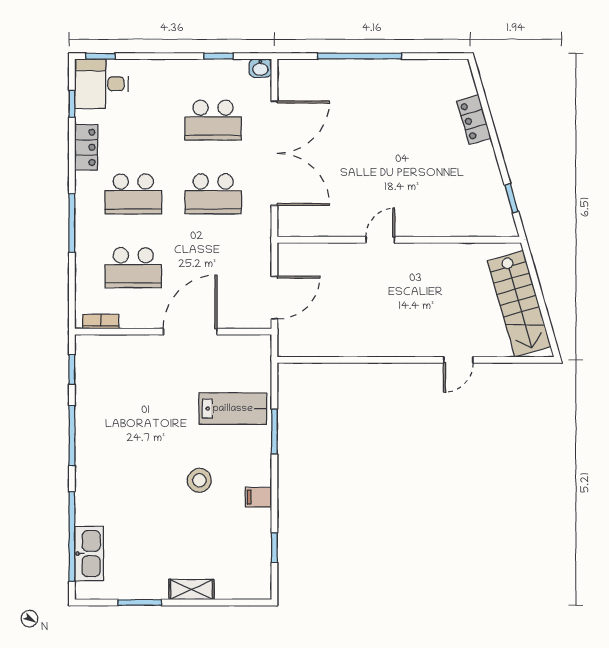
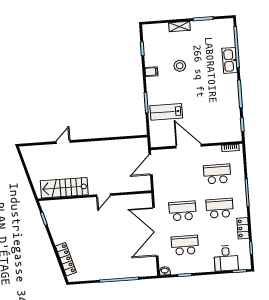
desk: (101, 84) -> (226, 258), moved, turned 90
locker: (474, 120) -> (66, 259), width x1.53
stairs: (519, 304) -> (64, 188), moved, turned -74
door: (190, 332) -> (189, 146), swing flipped
stool: (199, 480) -> (180, 66), moved
kitchen sink: (89, 554) -> (230, 60), moved

